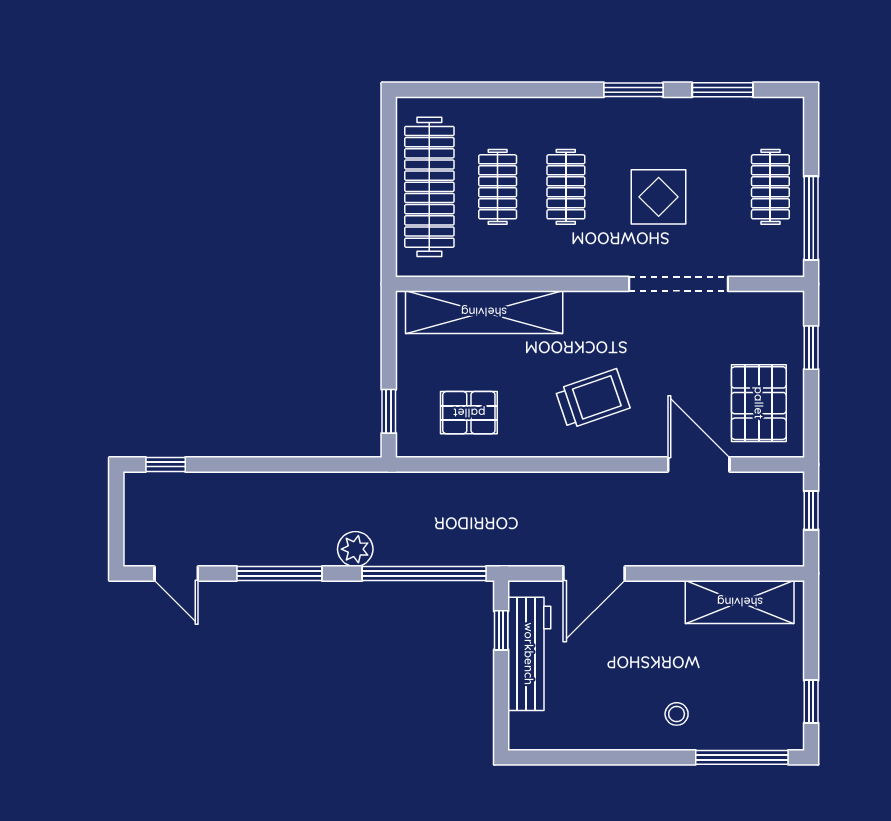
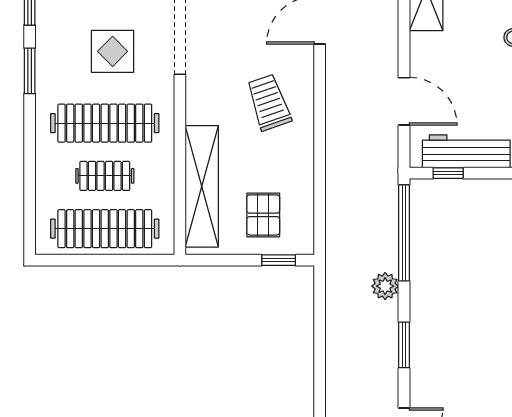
clothes rail: (566, 187) -> (105, 123), width x1.86, depth x1.31
pallet: (469, 413) -> (263, 215), moved
window: (279, 573) -> (404, 345), width x0.69

